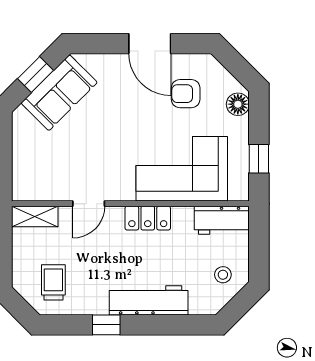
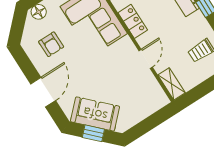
door: (150, 44) -> (43, 92), moved
door: (89, 204) -> (146, 59), hinge flipped

